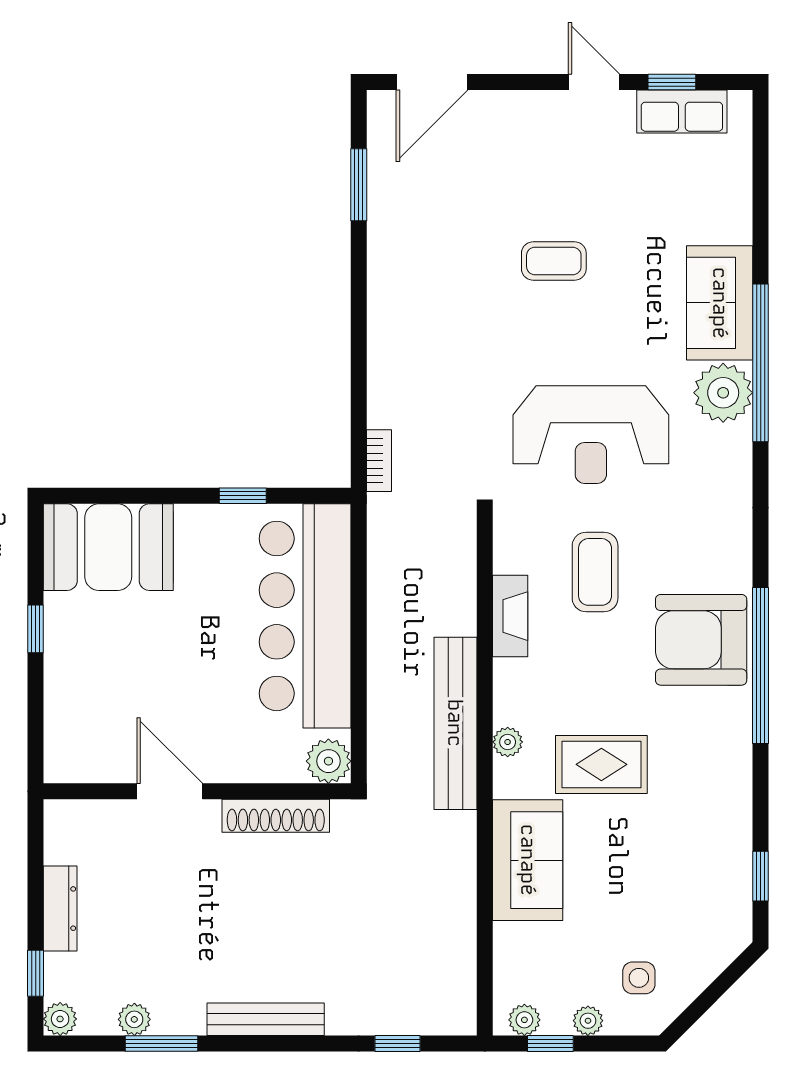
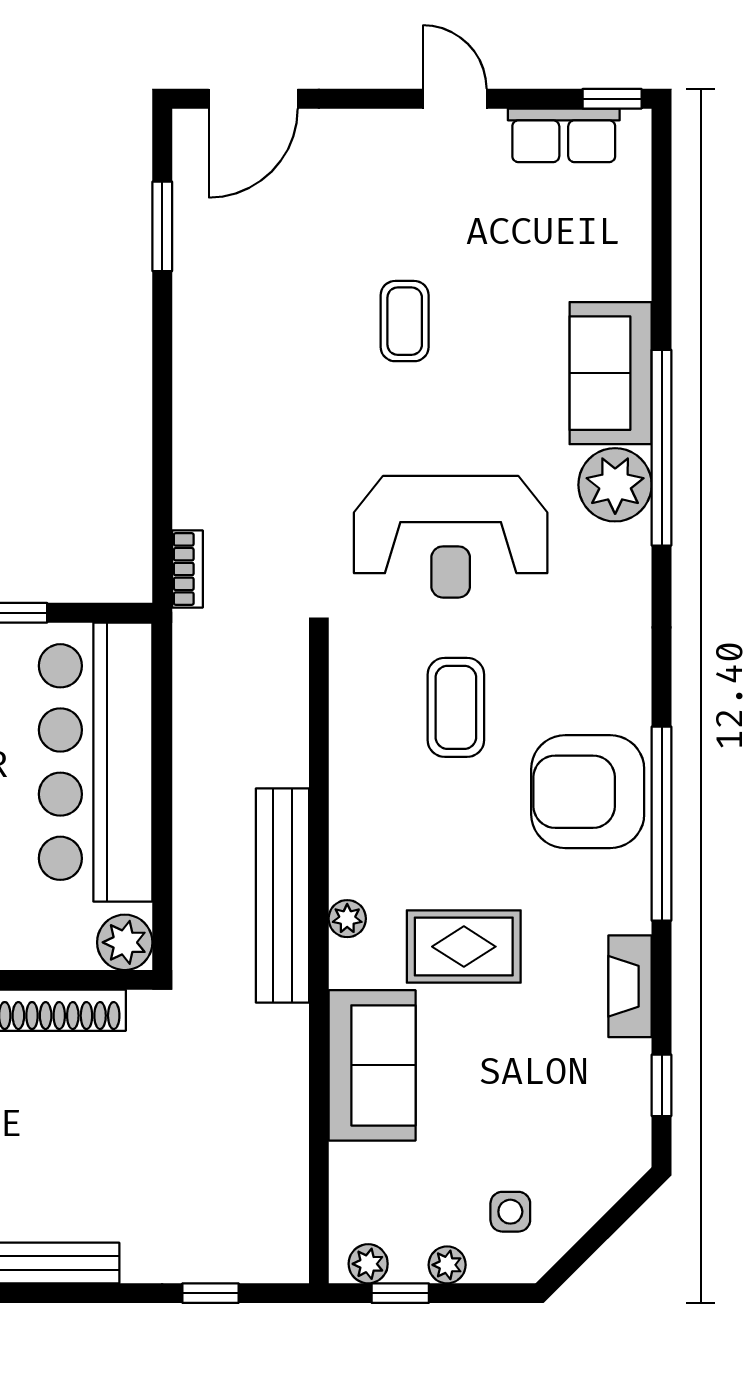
window: (672, 82) -> (612, 99), moved
coffee table: (554, 261) -> (405, 321), turned 90
fireplace: (510, 616) -> (630, 986), moved, turned 180

